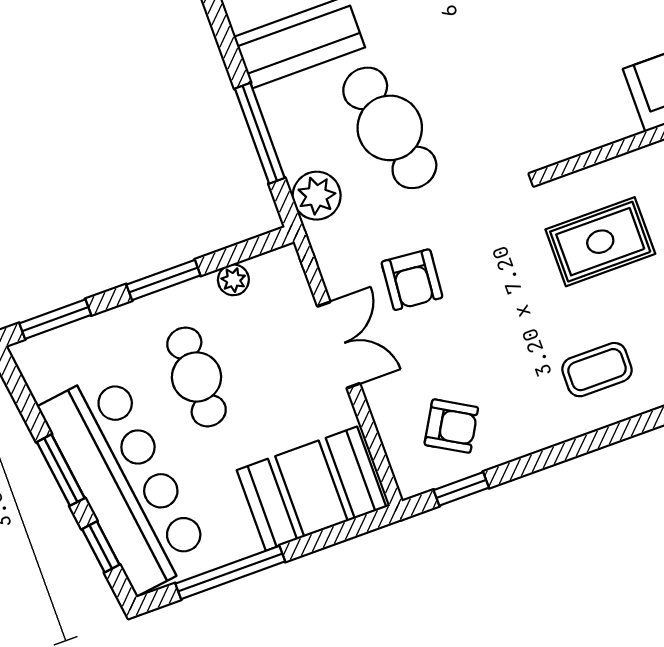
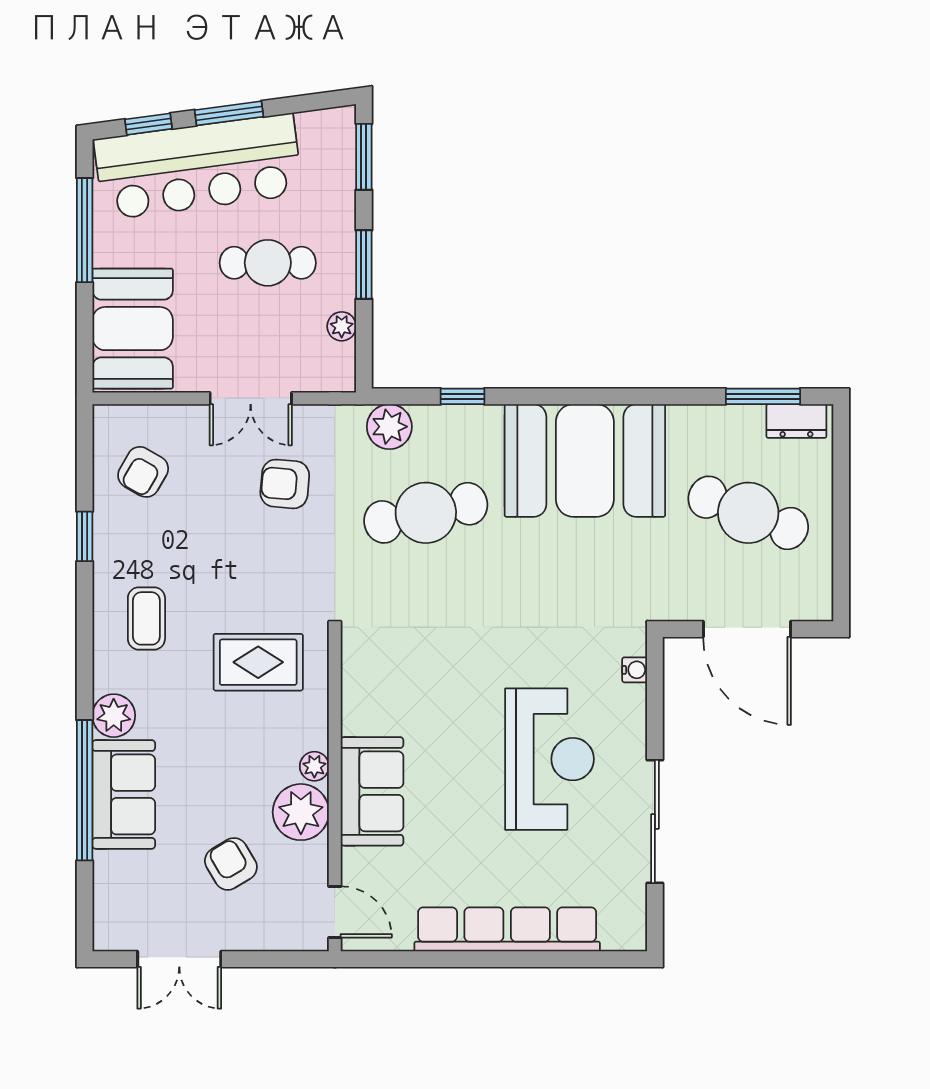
window: (260, 133) -> (463, 396), width x0.46
rug: (600, 242) -> (258, 662), turned 90
window: (461, 489) -> (85, 536), moved

